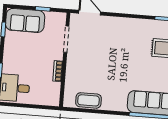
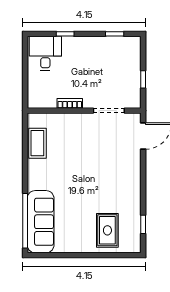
sofa: (25, 20) -> (127, 59), removed

